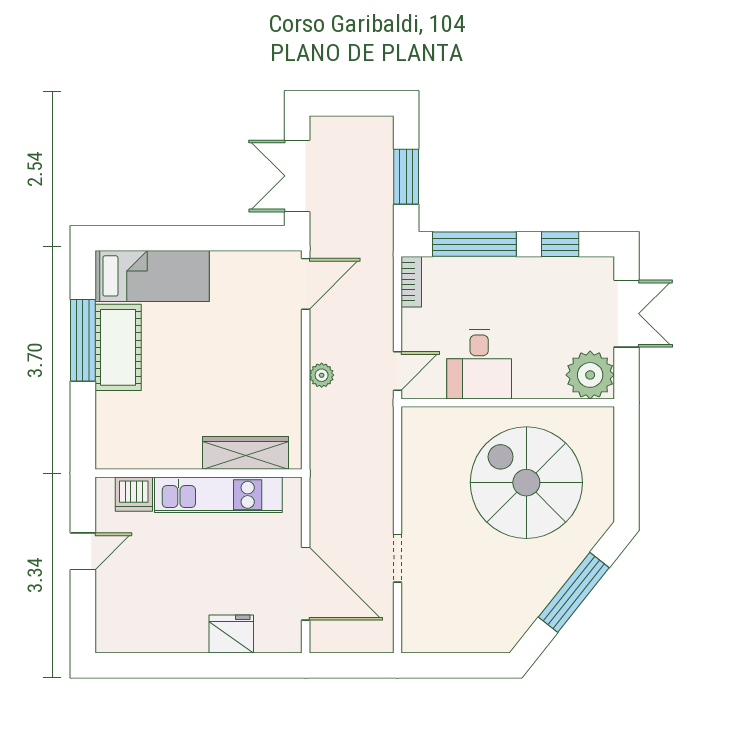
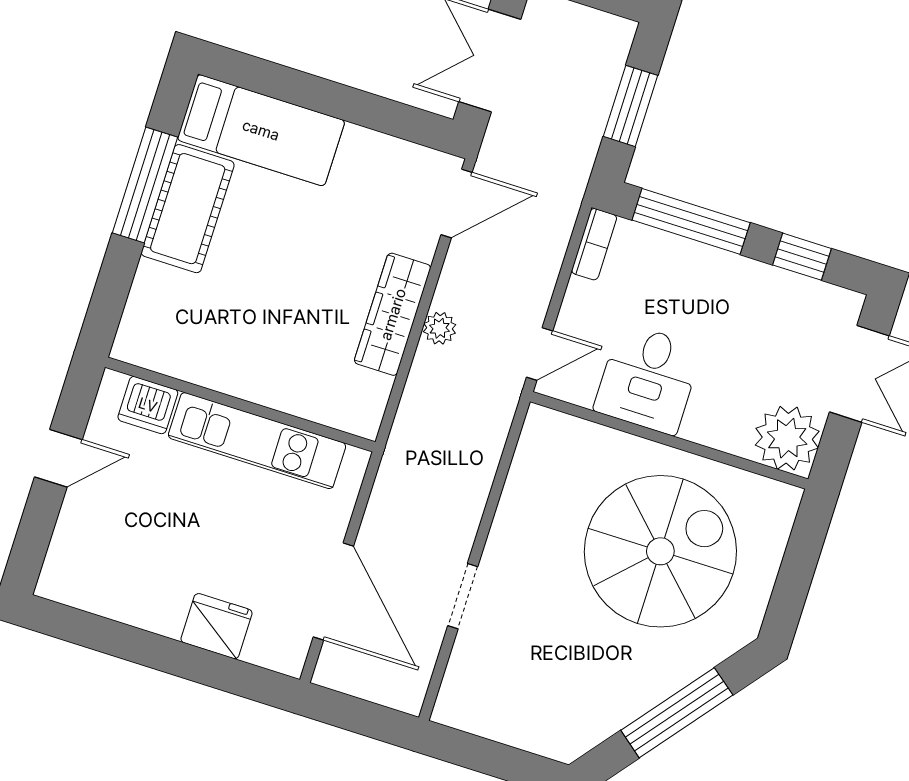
wardrobe: (246, 453) -> (393, 314), moved, turned -90
spiral stairs: (526, 483) -> (660, 551), turned 90

